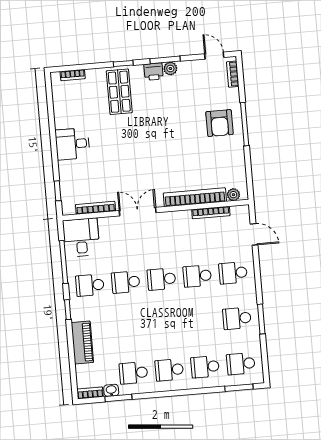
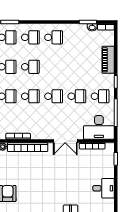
desk: (81, 237) -> (99, 127), width x1.37
school desk: (133, 373) -> (30, 67), moved

